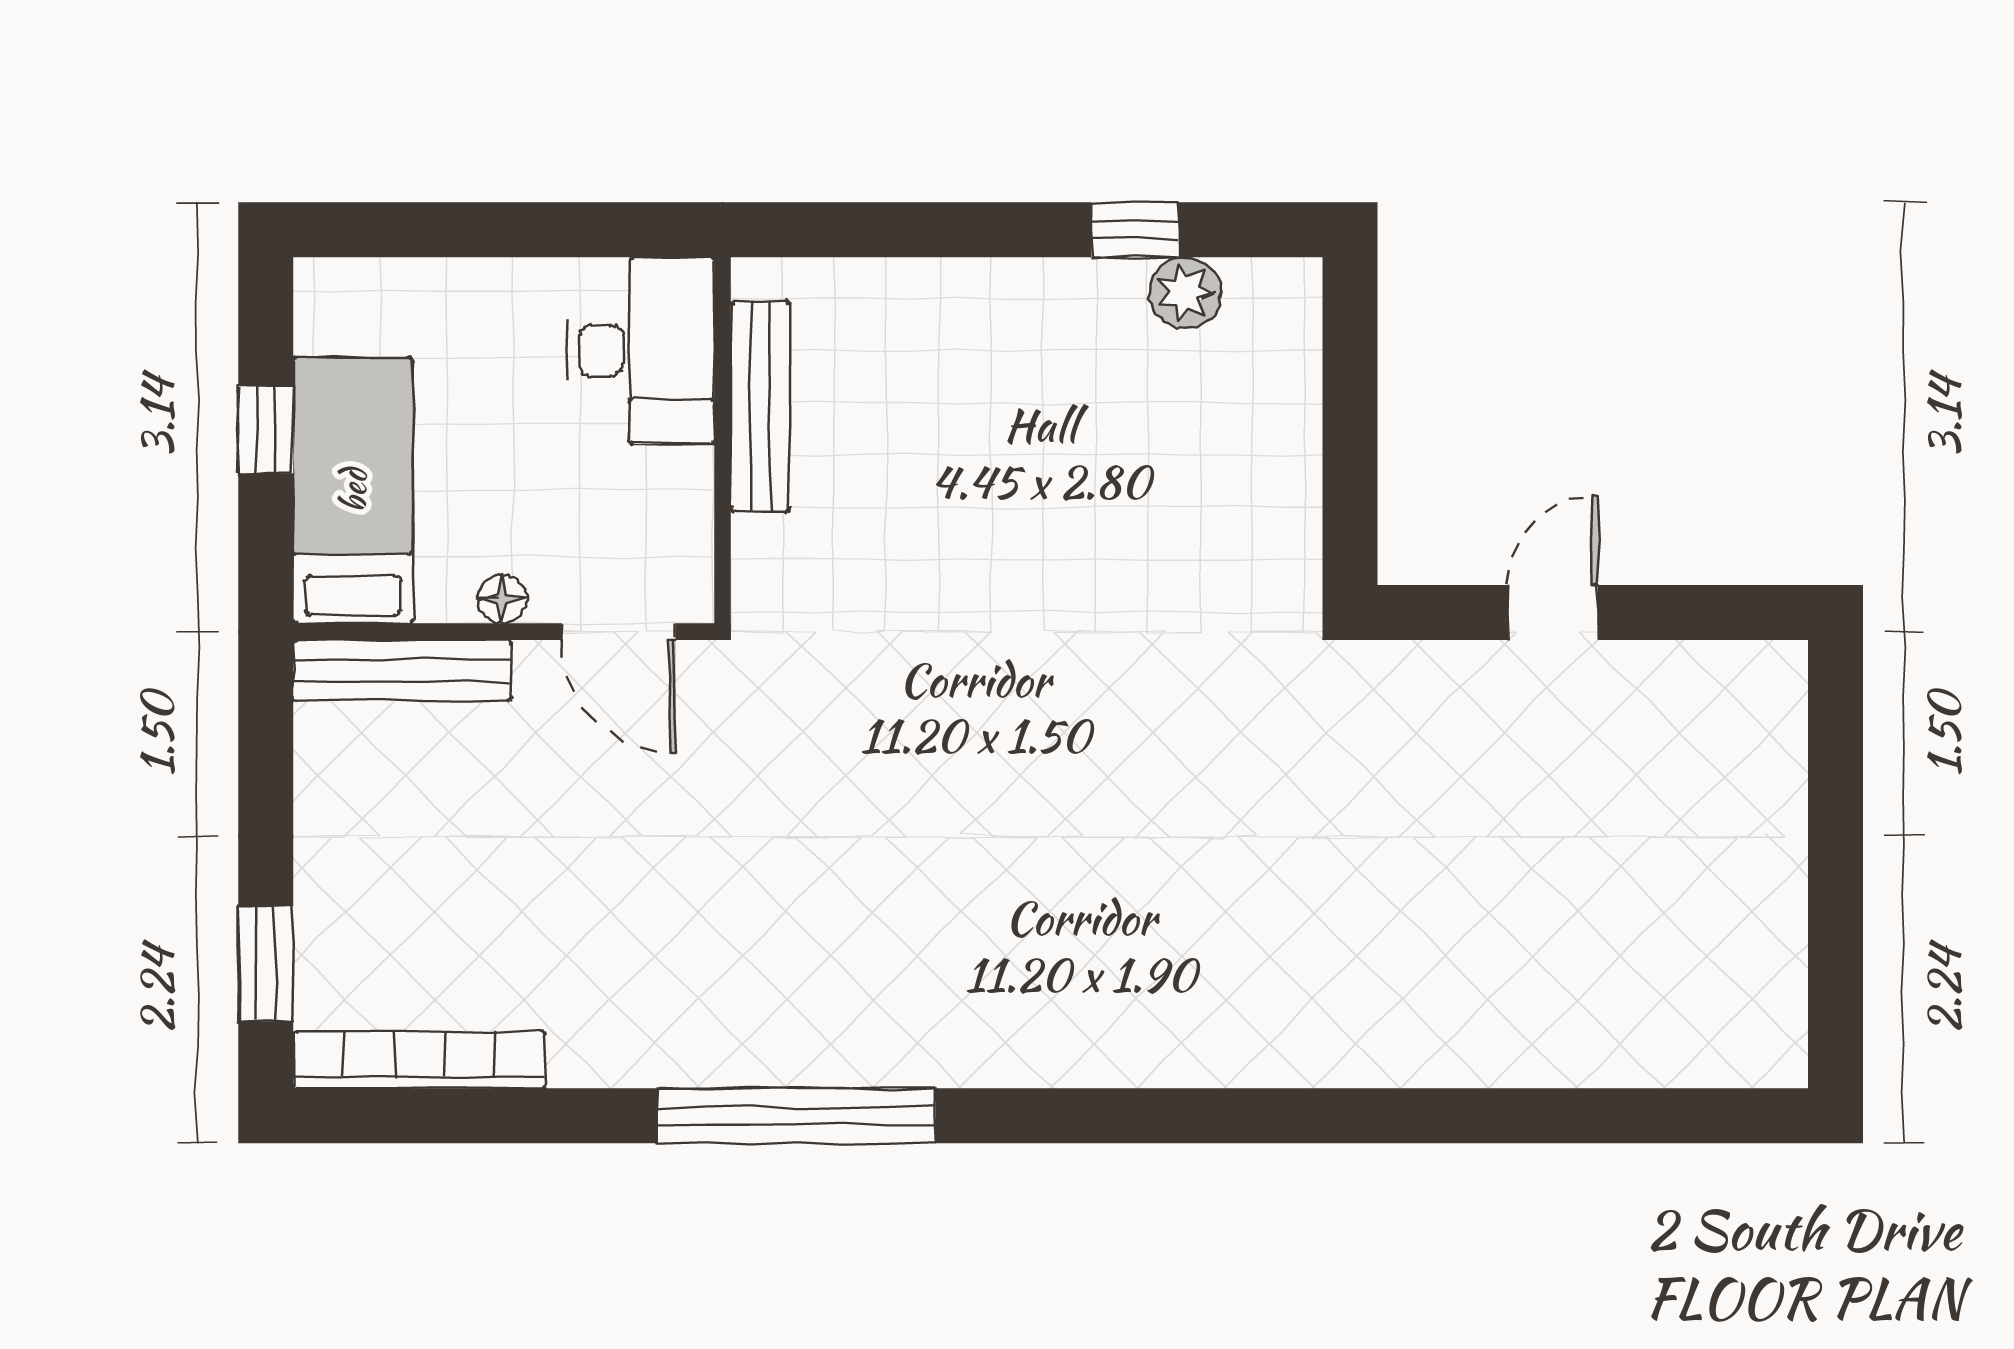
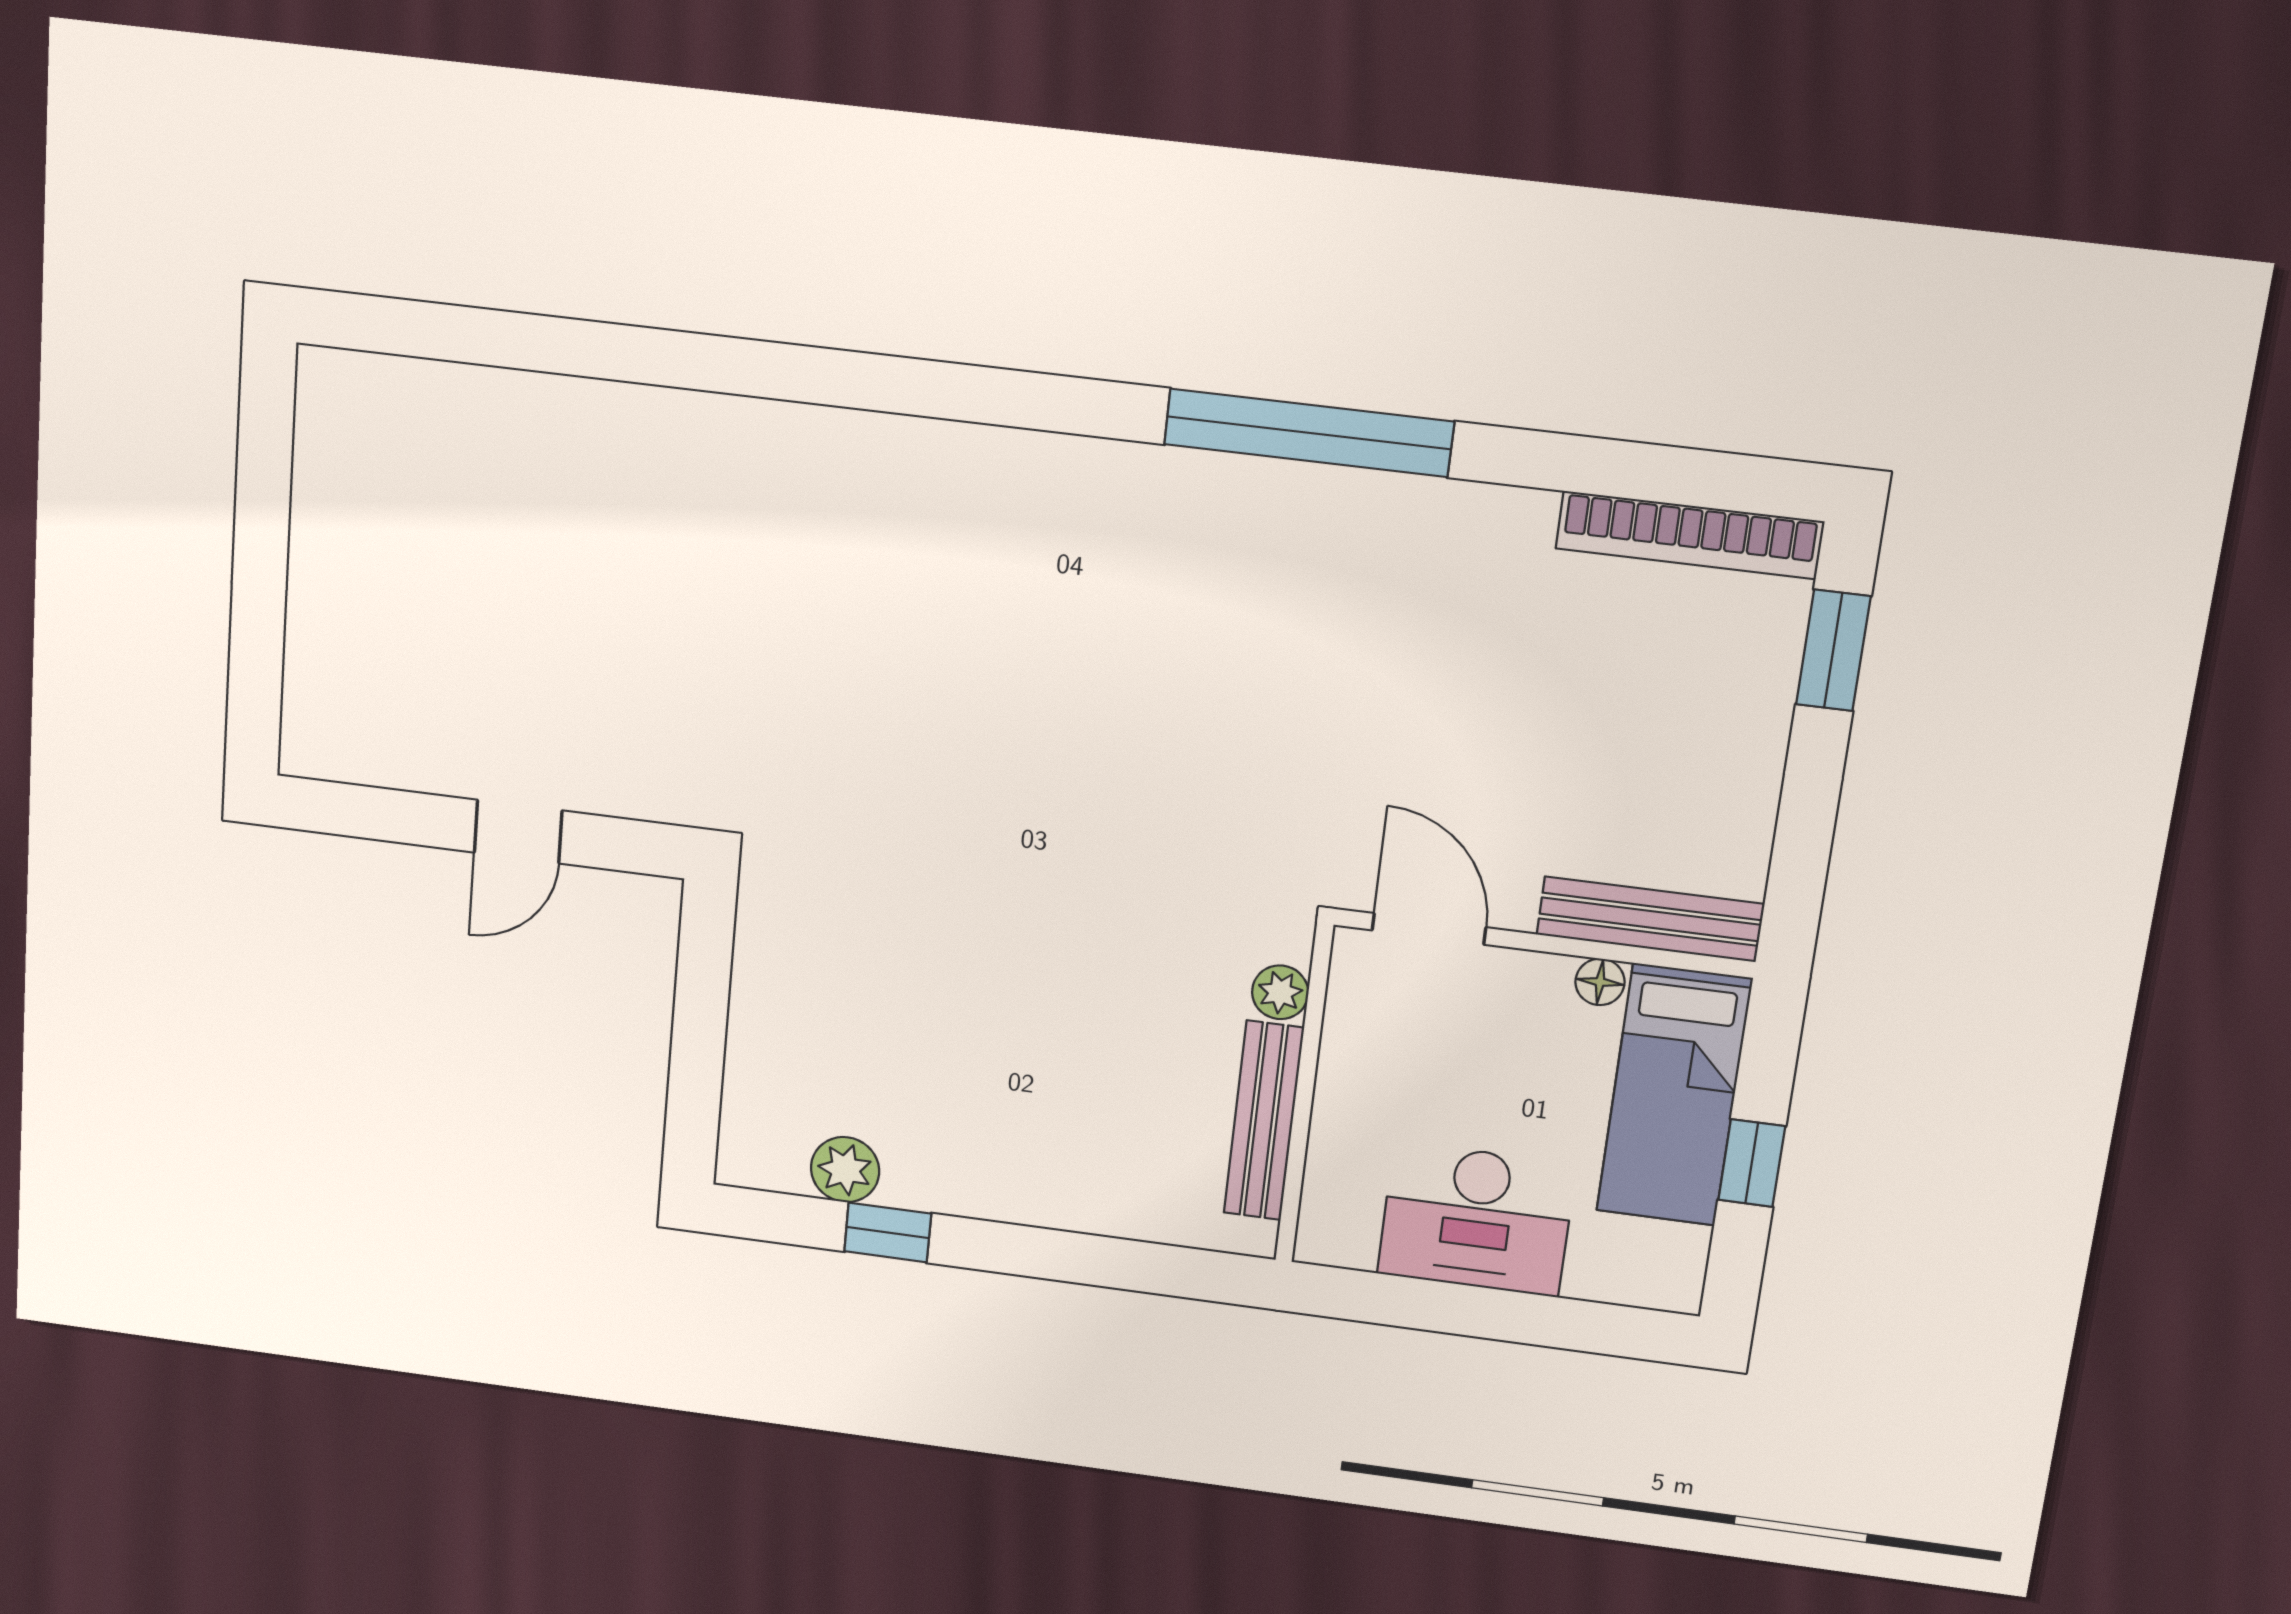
desk: (641, 350) -> (1476, 1219), moved, turned -90
plant: (759, 545) -> (1280, 992), added
floor lamp: (502, 599) -> (1600, 982), moved

